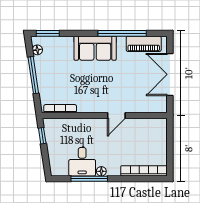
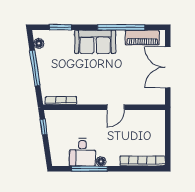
window: (48, 33) -> (61, 27), moved

